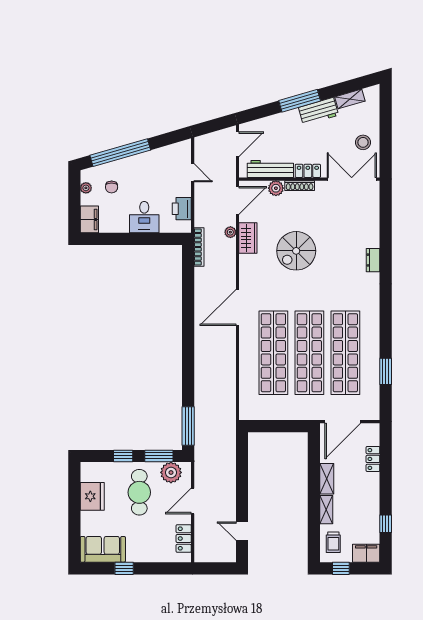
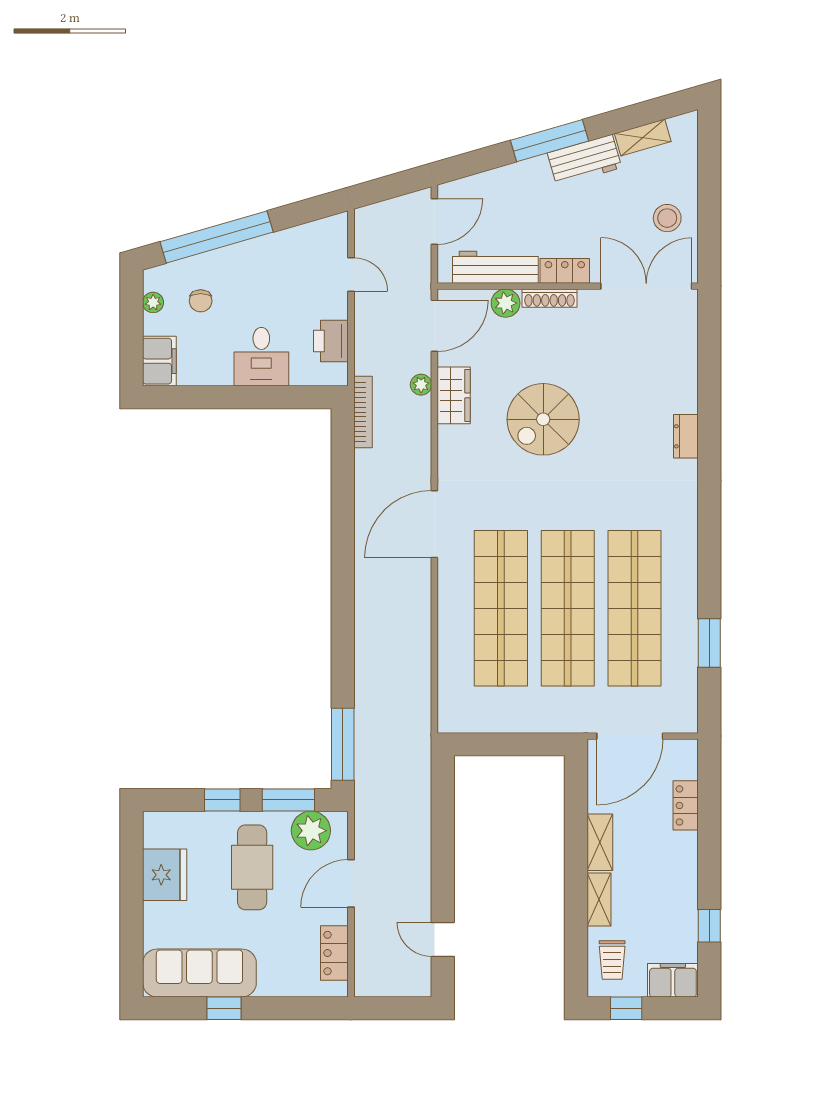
sofa: (103, 549) -> (199, 973), width x1.36

